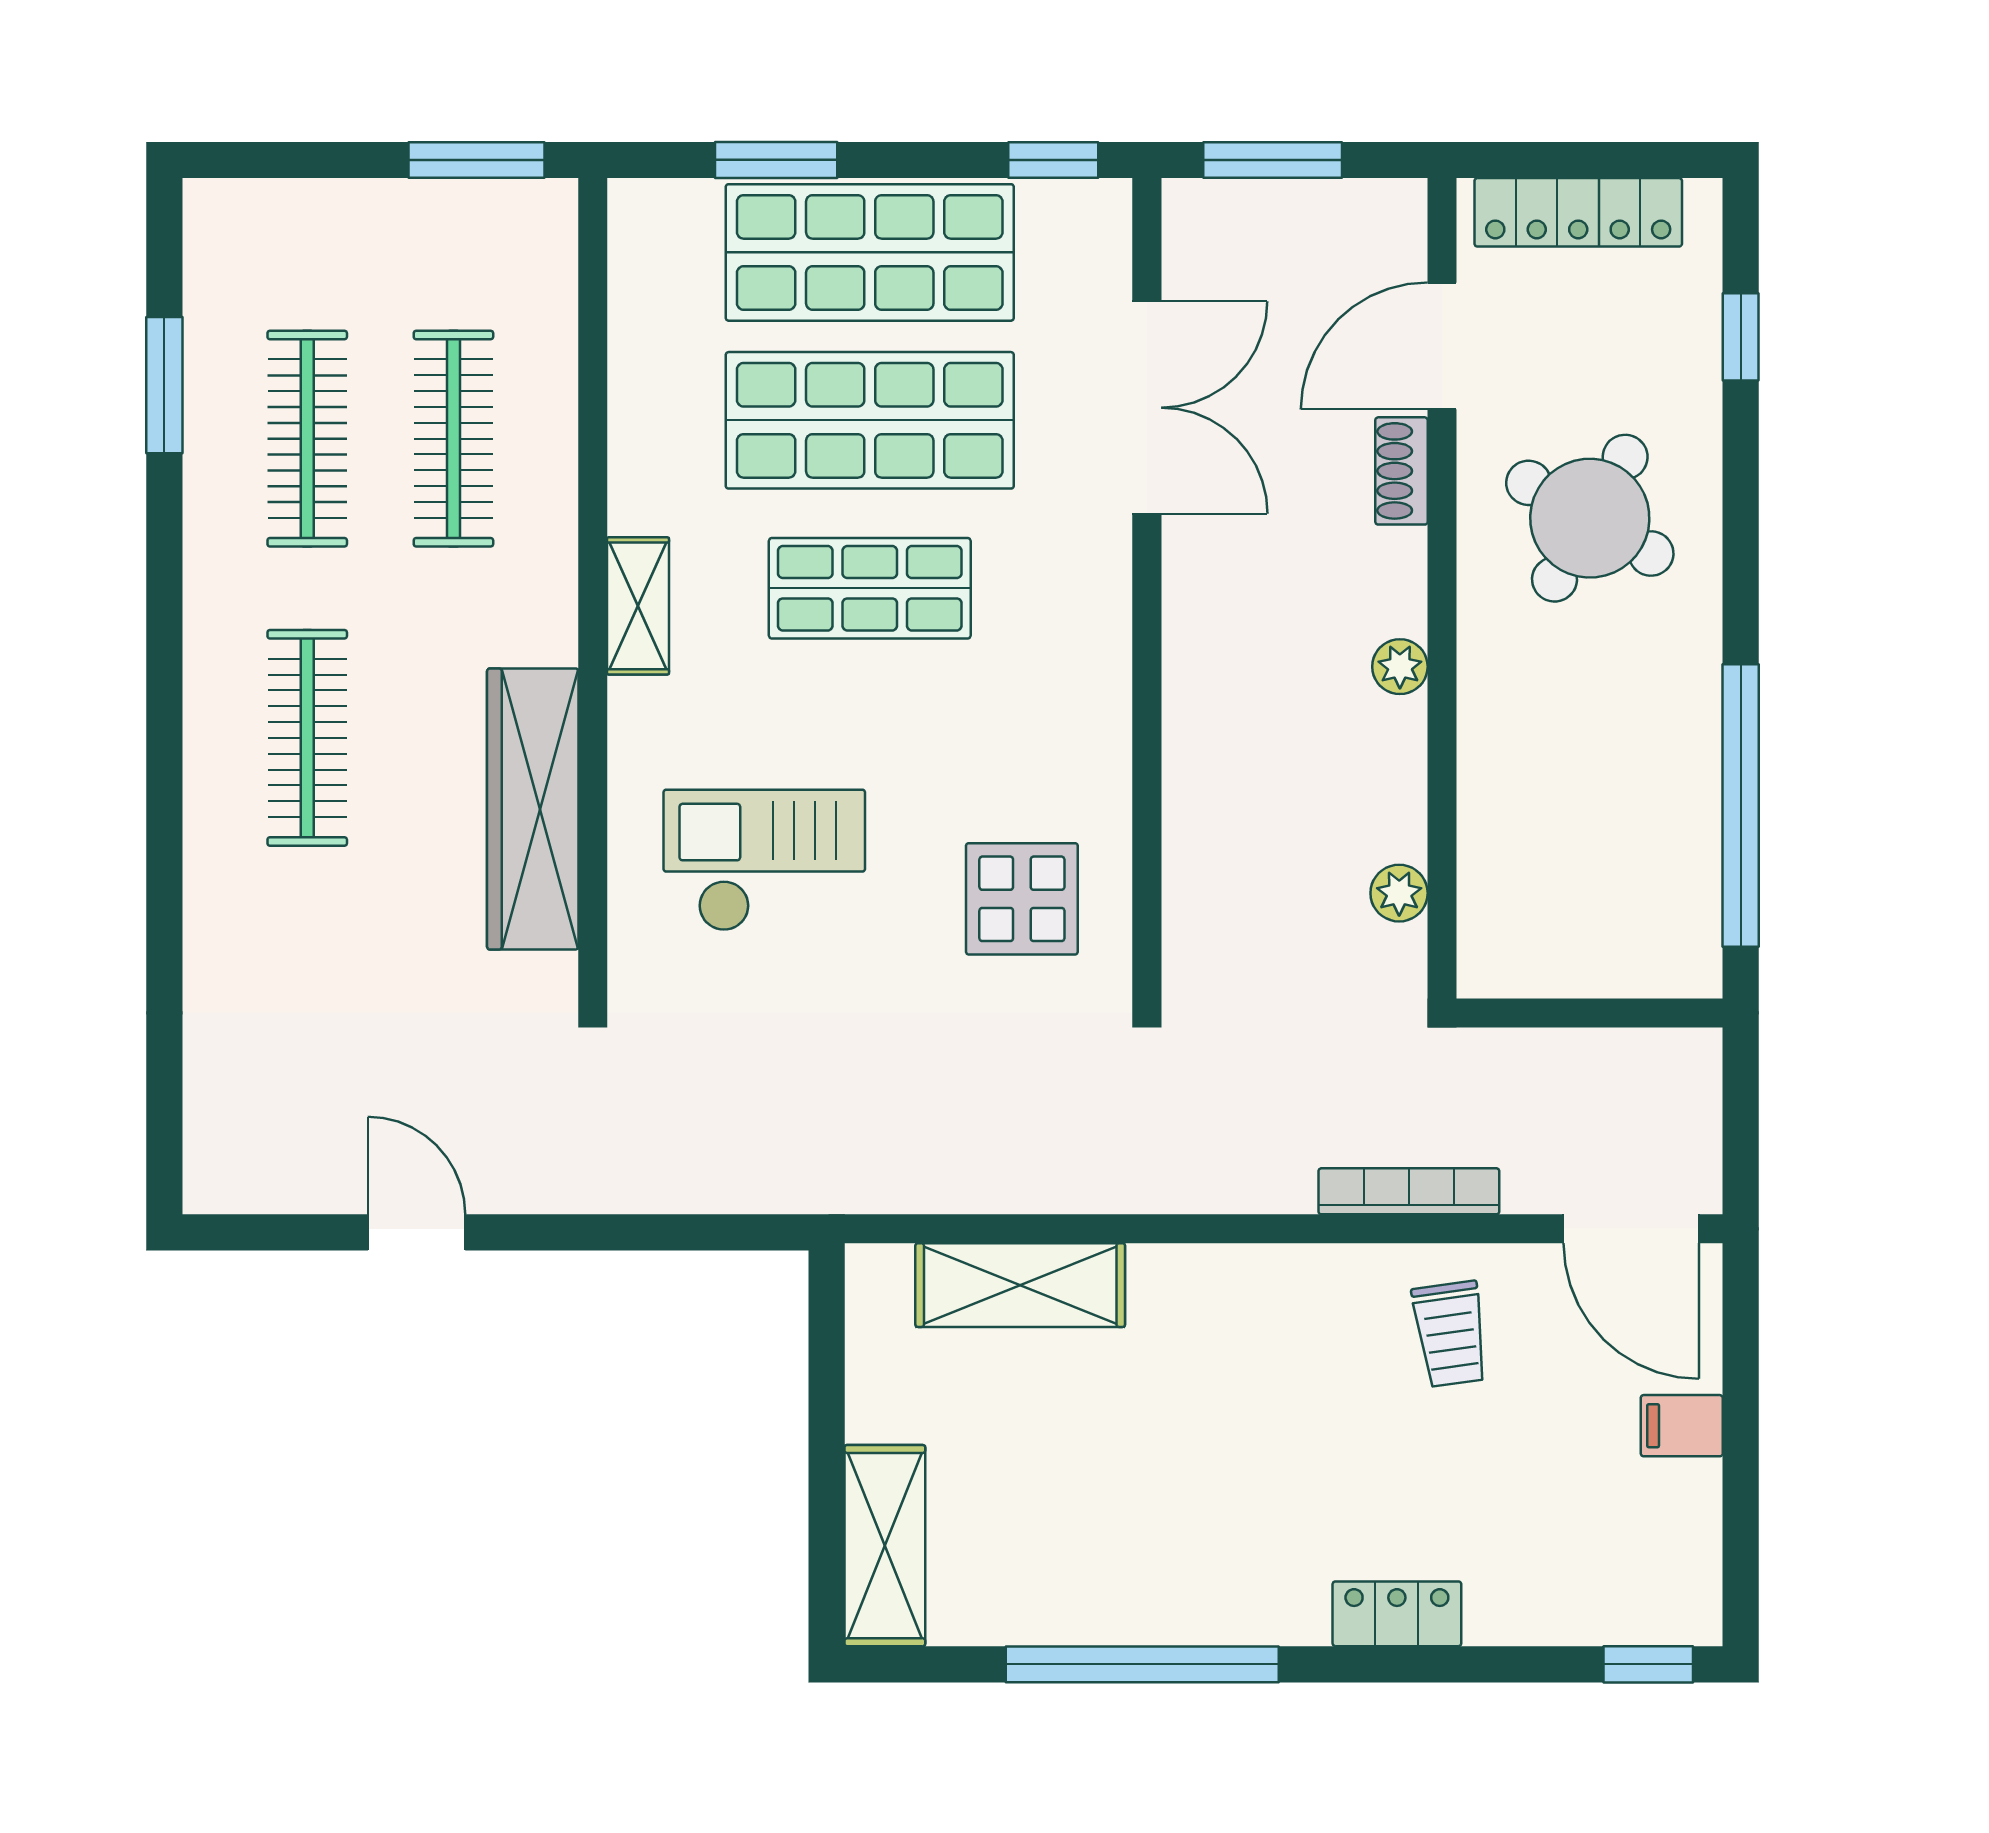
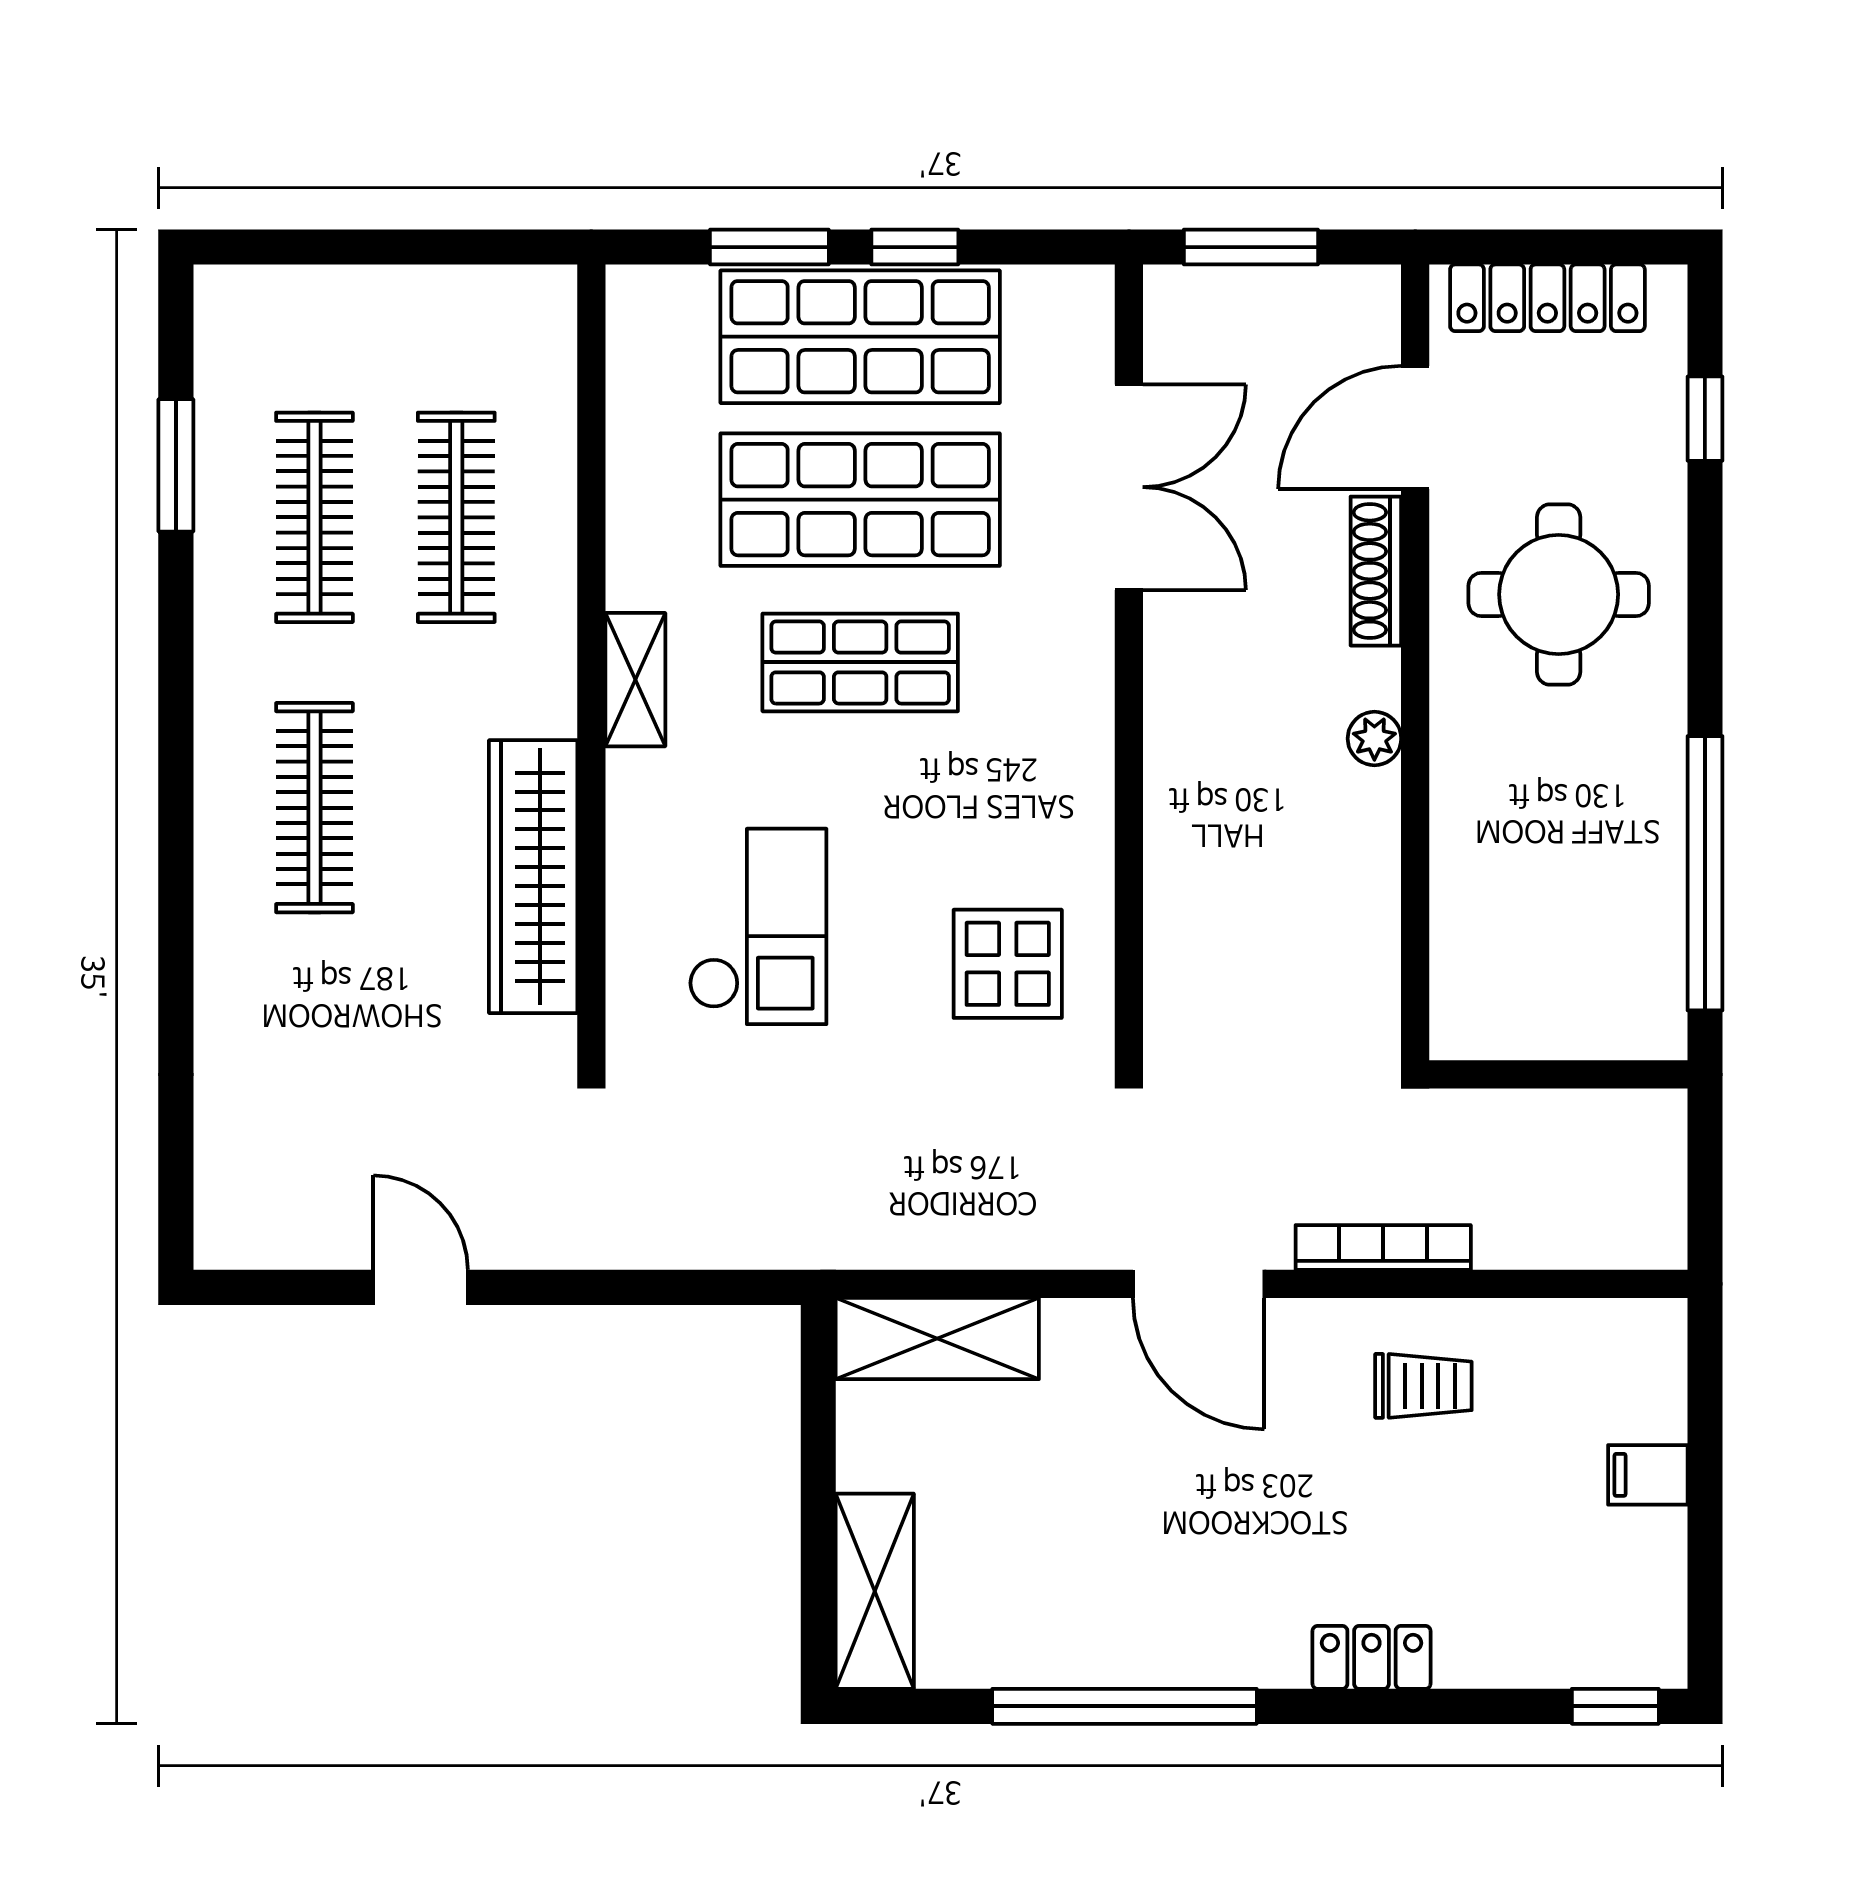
window: (476, 160) -> (479, 247), removed
window: (1053, 160) -> (915, 247), moved
shoe rack: (1401, 471) -> (1376, 571), width x1.43
round table: (1590, 518) -> (1559, 594), turned -30
checkout: (764, 860) -> (758, 926), turned 90
plant: (1399, 893) -> (1374, 958), removed
door: (1631, 1229) -> (1199, 1284), moved
shelving: (1020, 1285) -> (937, 1339), moved
trolley: (1450, 1334) -> (1423, 1386), turned -82

